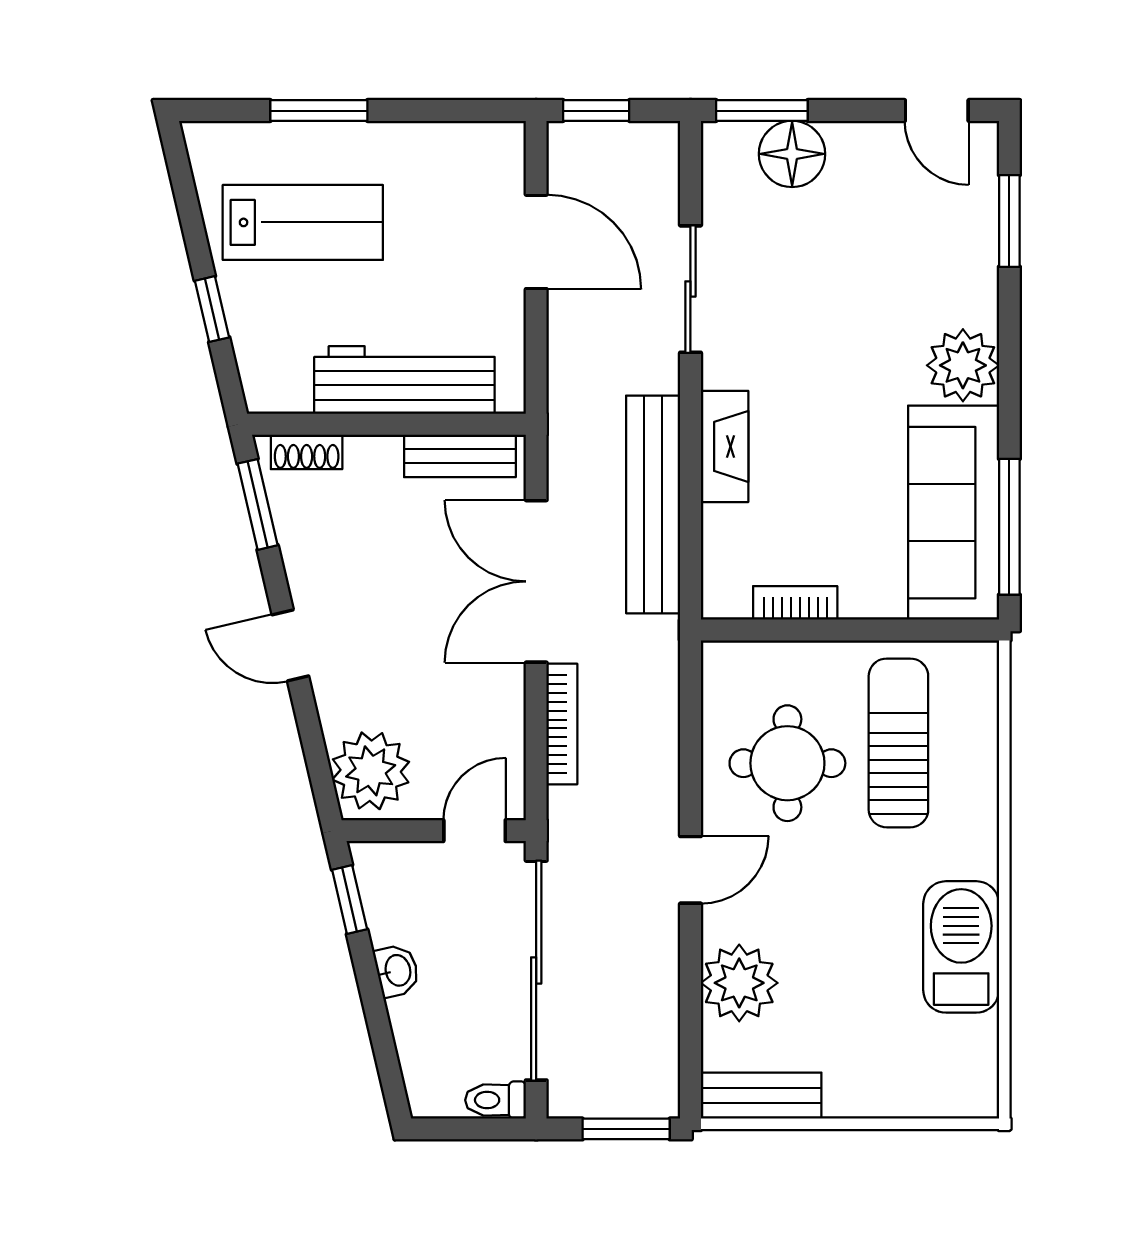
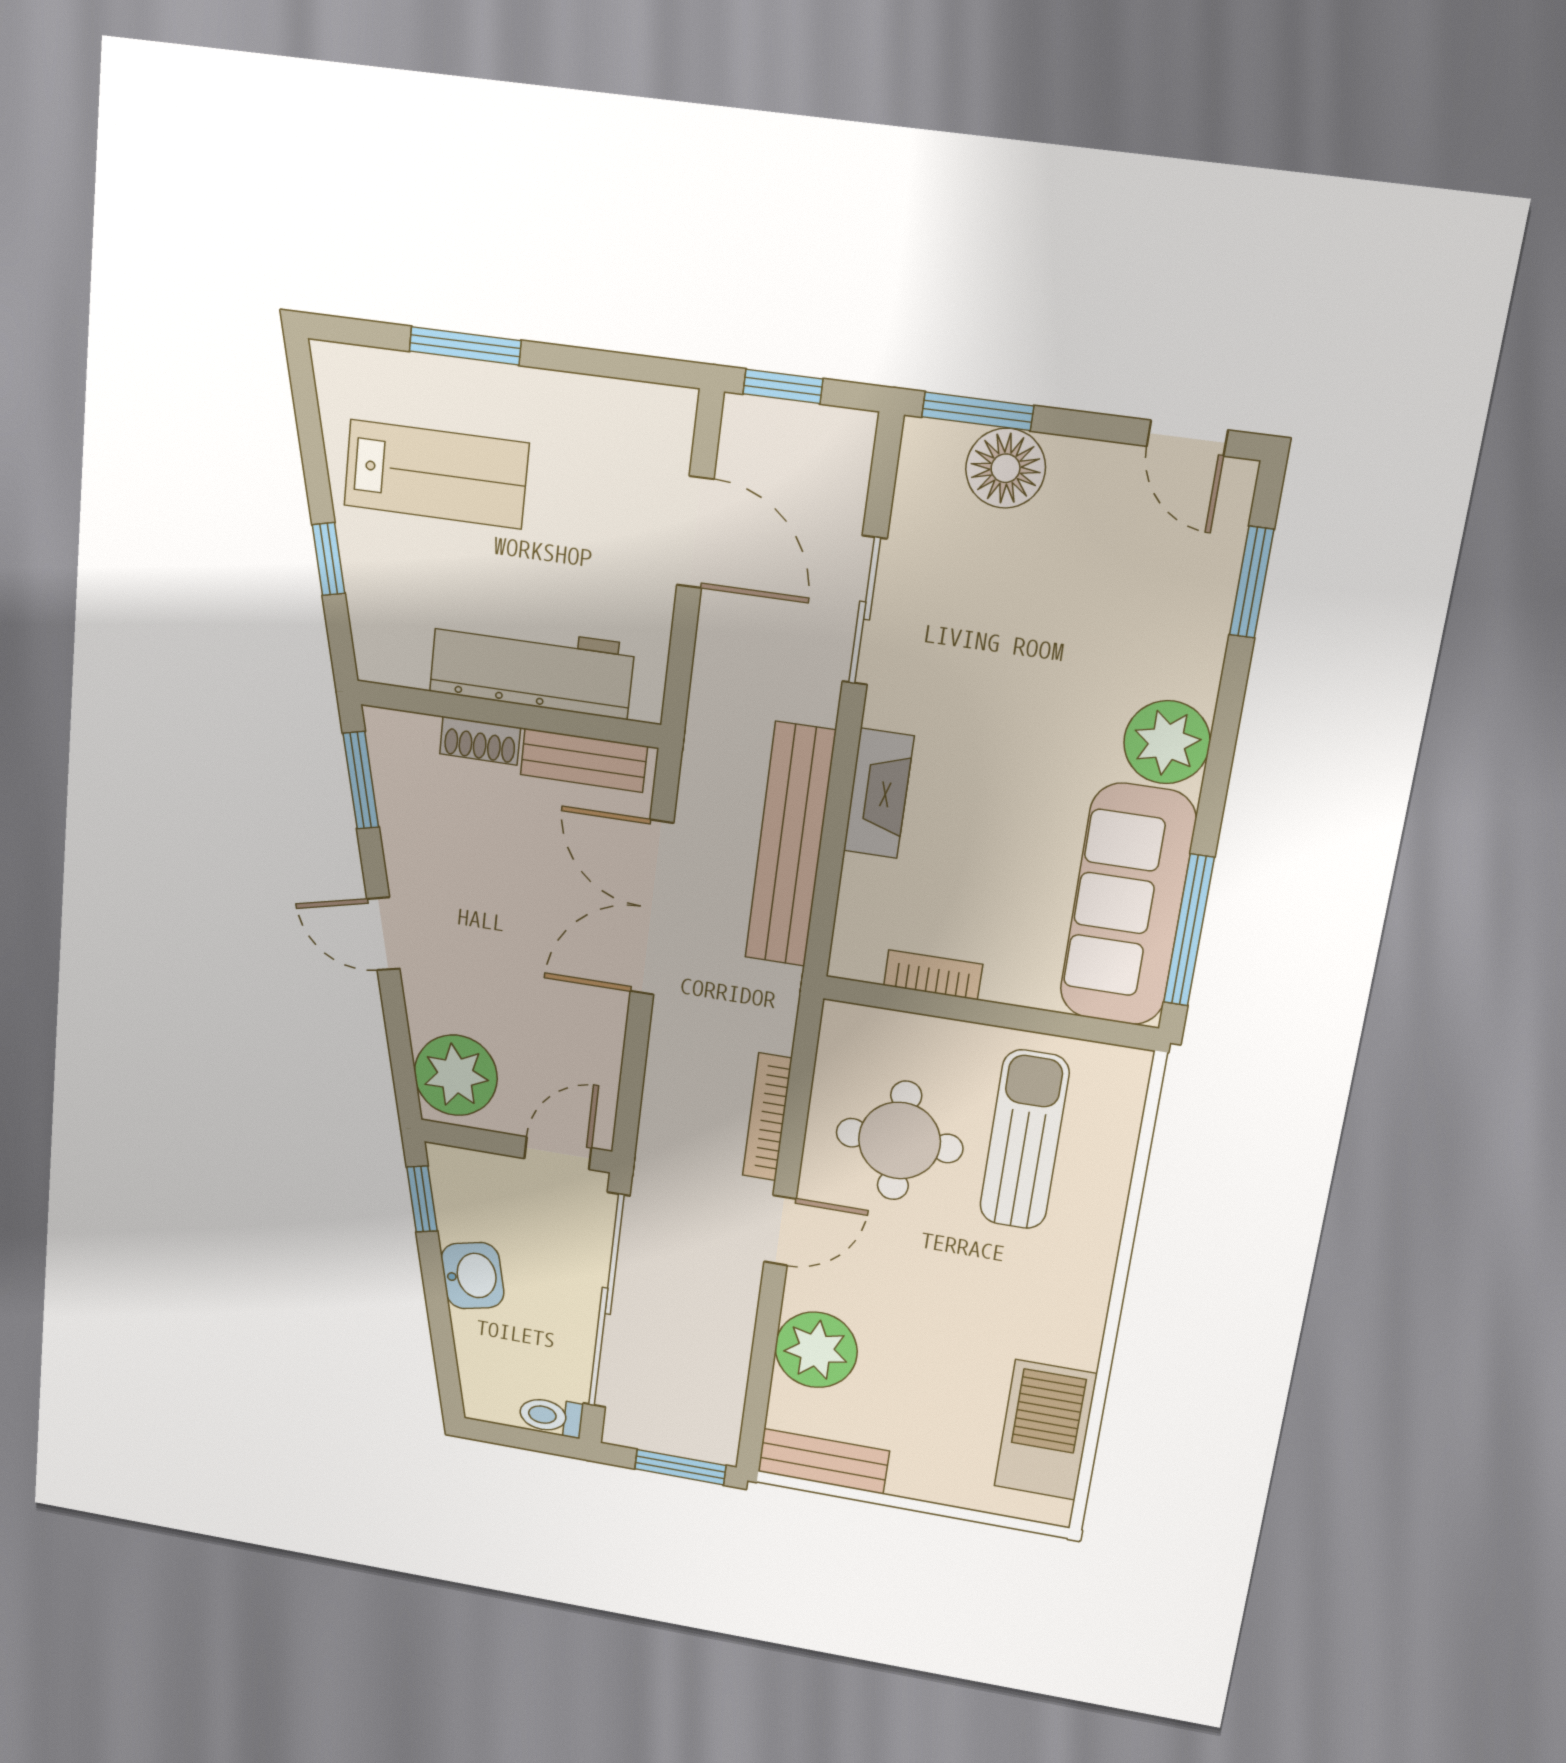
shoe rack: (307, 452) -> (480, 741), moved
bookcase: (562, 724) -> (767, 1117), moved, turned 180
barbecue: (961, 947) -> (1045, 1430), moved
washbasin: (397, 971) -> (473, 1276), width x1.38, depth x1.45

